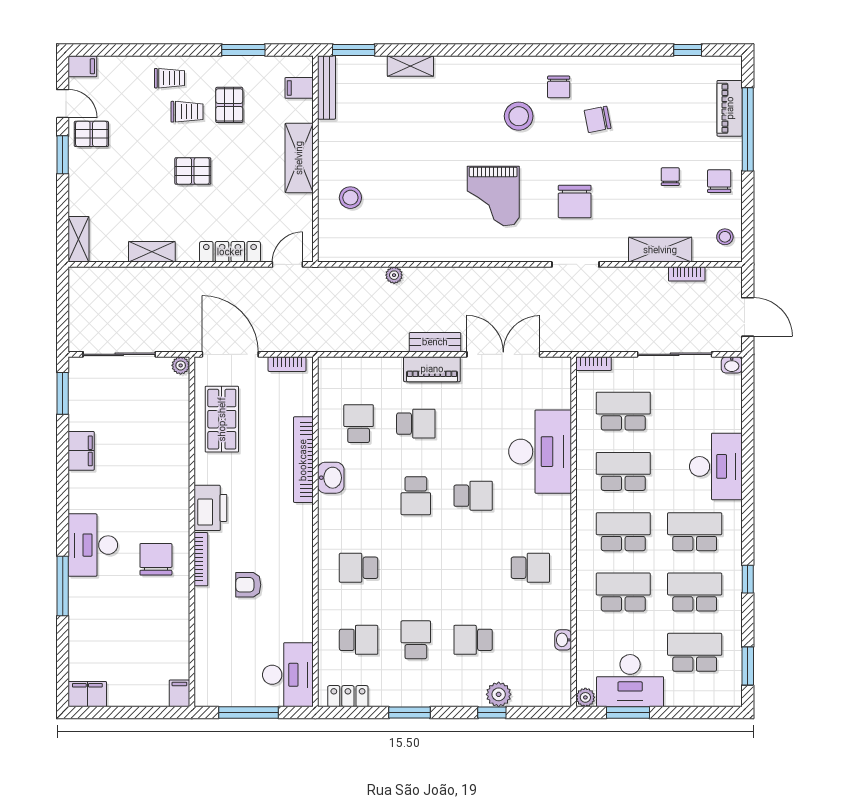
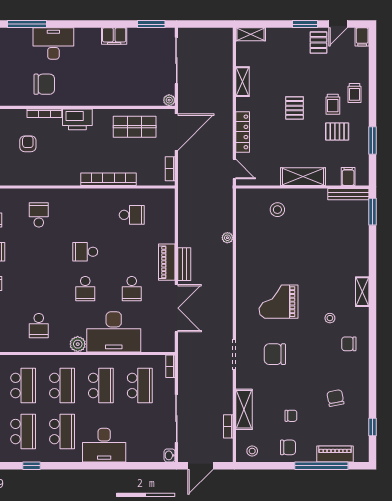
shelving: (410, 66) -> (362, 292), moved
stool: (519, 116) -> (330, 318), width x0.53, depth x0.53
chair: (598, 119) -> (335, 398), moved
school desk: (416, 424) -> (132, 289), moved
washbasin: (331, 478) -> (97, 197), removed
plant: (559, 507) -> (78, 344), added

